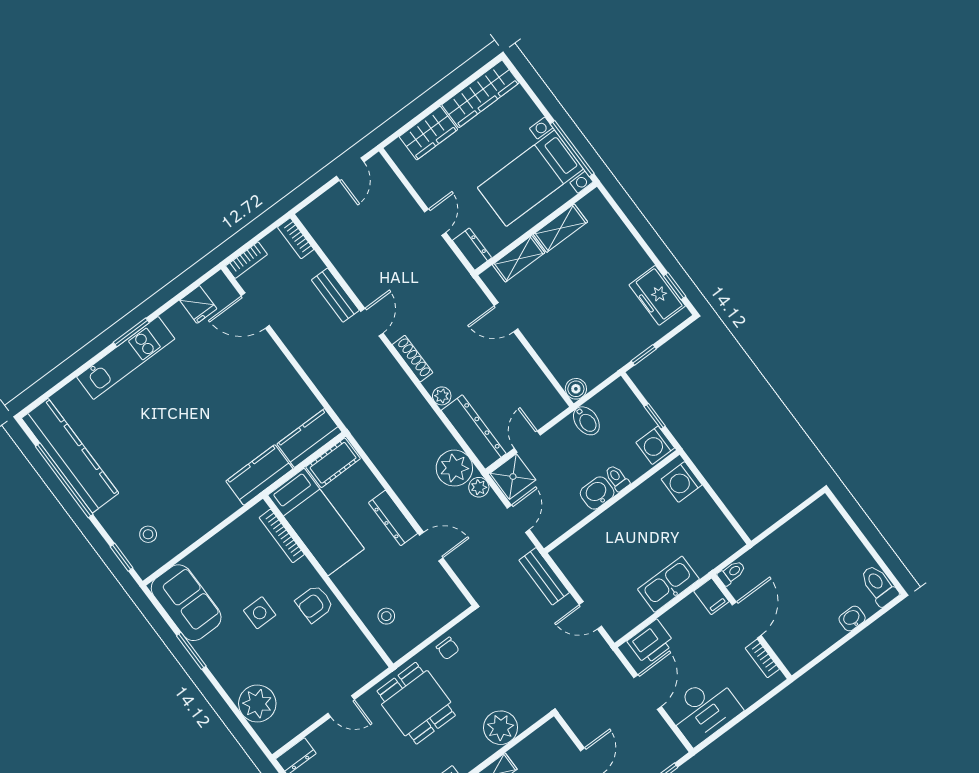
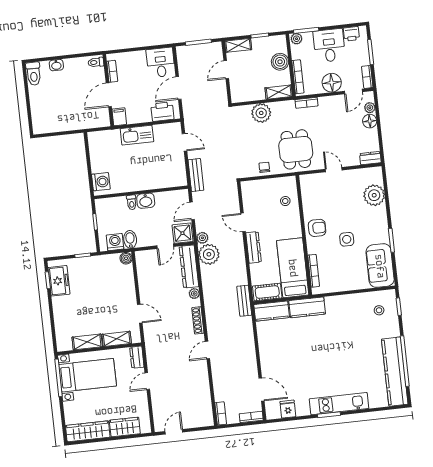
bench: (335, 295) -> (244, 301), moved
washing machine: (655, 445) -> (115, 242), moved, turned -90
toilet: (732, 573) -> (96, 62), moved
desk: (704, 710) -> (161, 62), width x0.73

